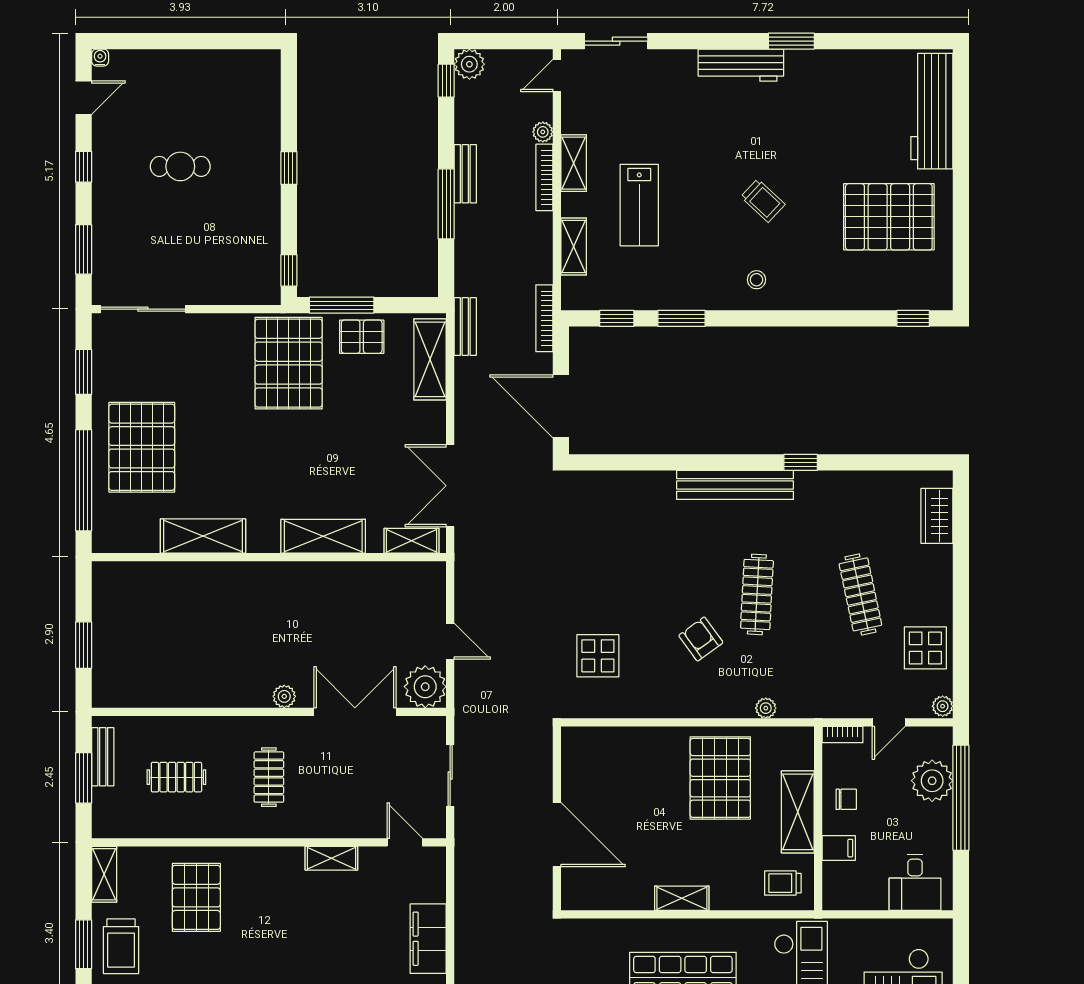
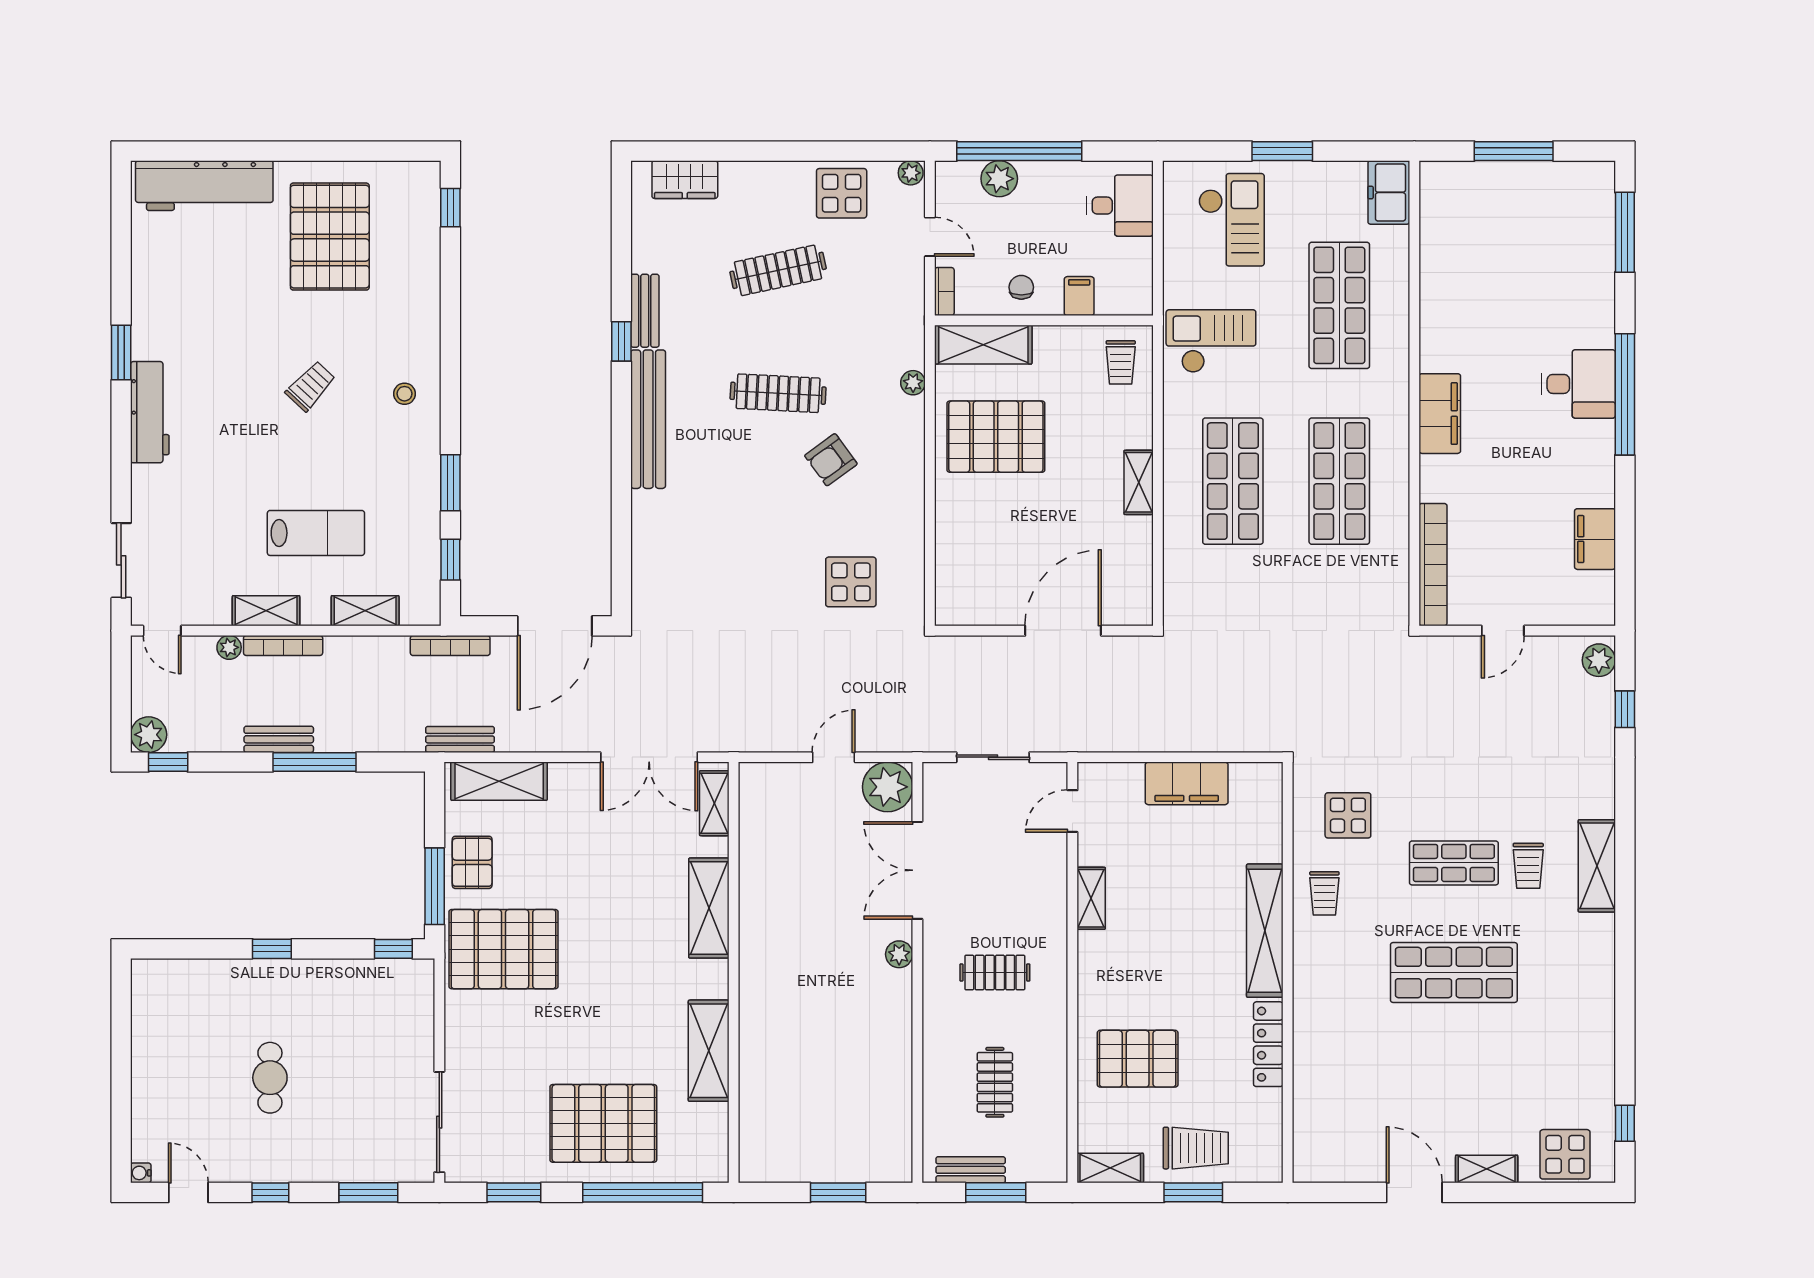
bench: (826, 482) -> (645, 311), added
plant: (932, 781) -> (999, 179), width x0.73, depth x0.73
shelving: (798, 812) -> (983, 345), moved

